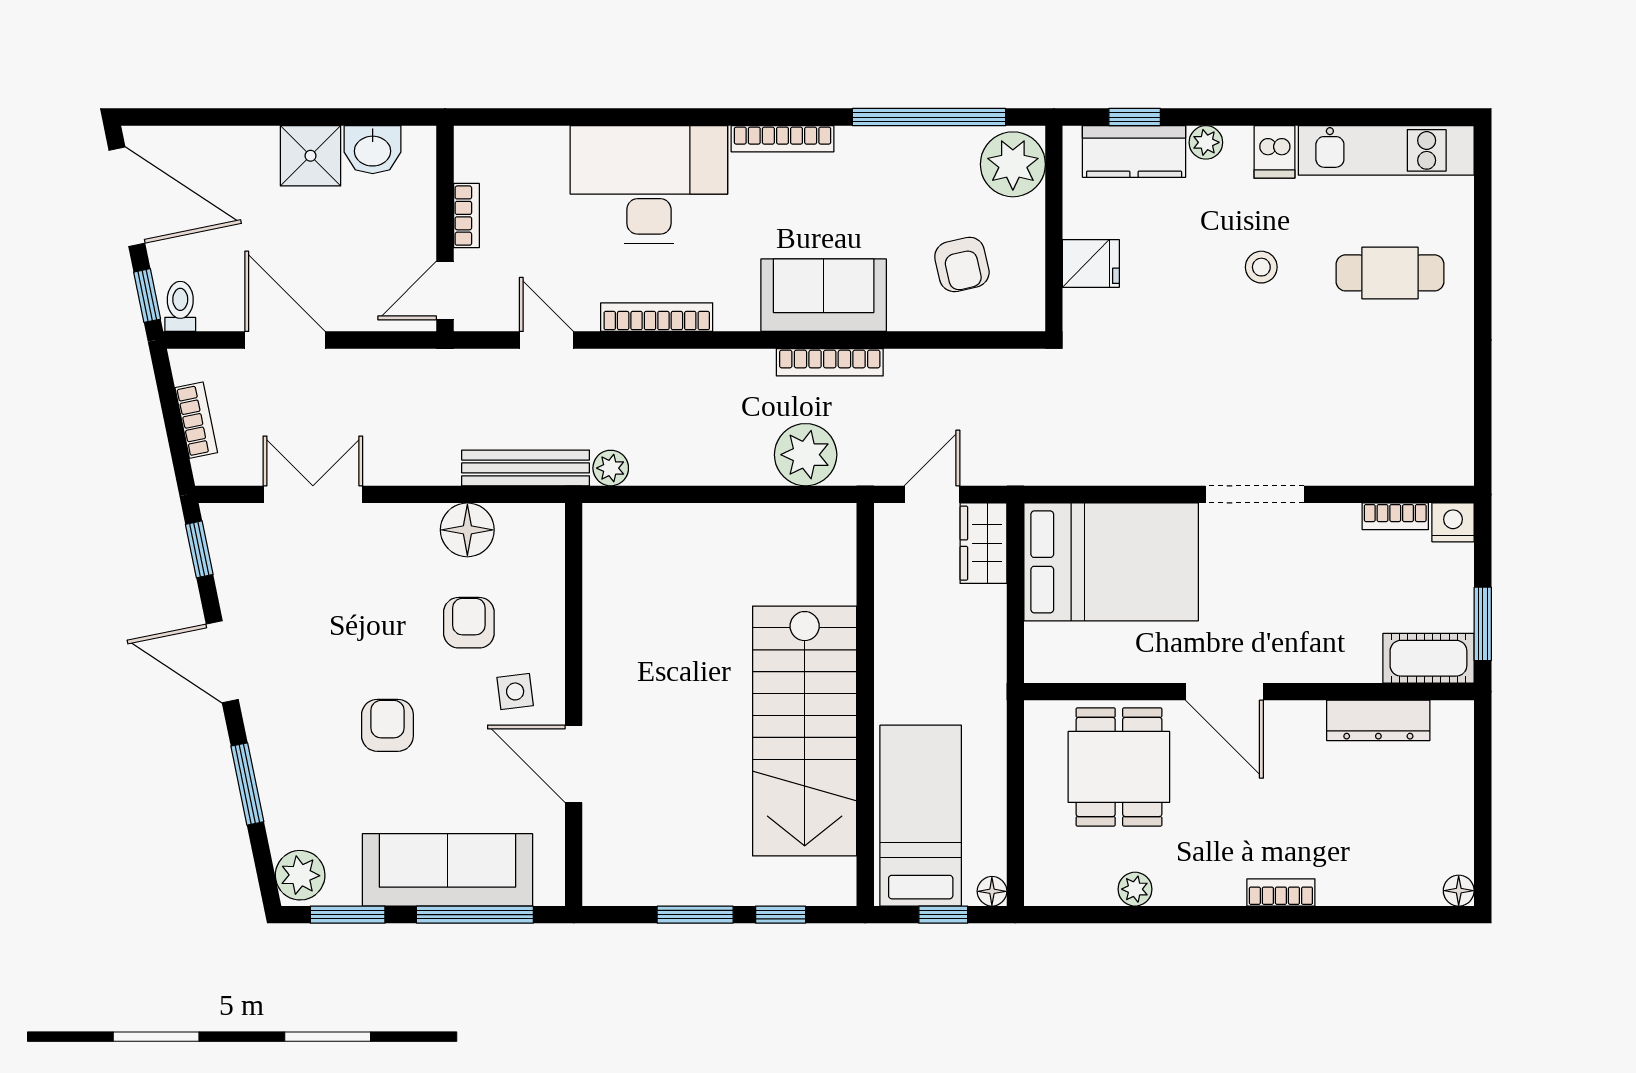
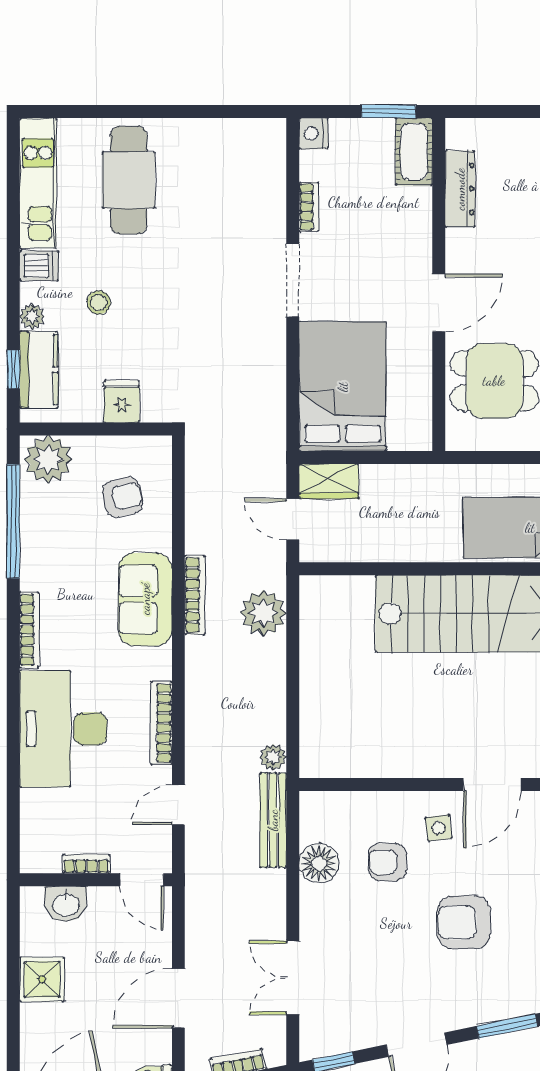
washbasin: (373, 150) -> (66, 904), moved, turned 90
stool: (1261, 267) -> (99, 303), moved
cafe table: (1390, 273) -> (129, 180), width x1.37, depth x1.35
bookcase: (1395, 516) -> (309, 207), moved
armchair: (387, 725) -> (464, 922), width x1.38, depth x1.38

